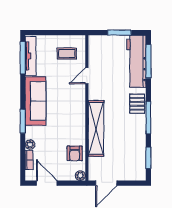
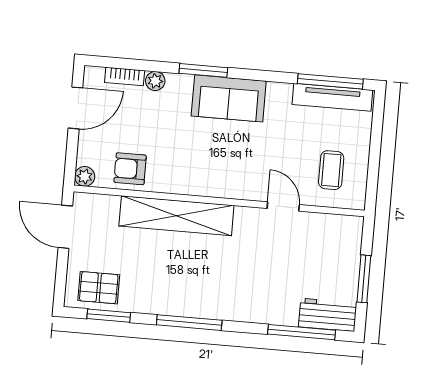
workbench: (136, 61) -> (328, 315), width x0.53, depth x0.76
sofa: (36, 101) -> (229, 98), width x0.73
pallet: (137, 104) -> (99, 288), moved

